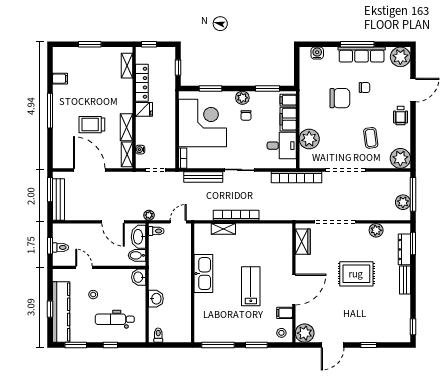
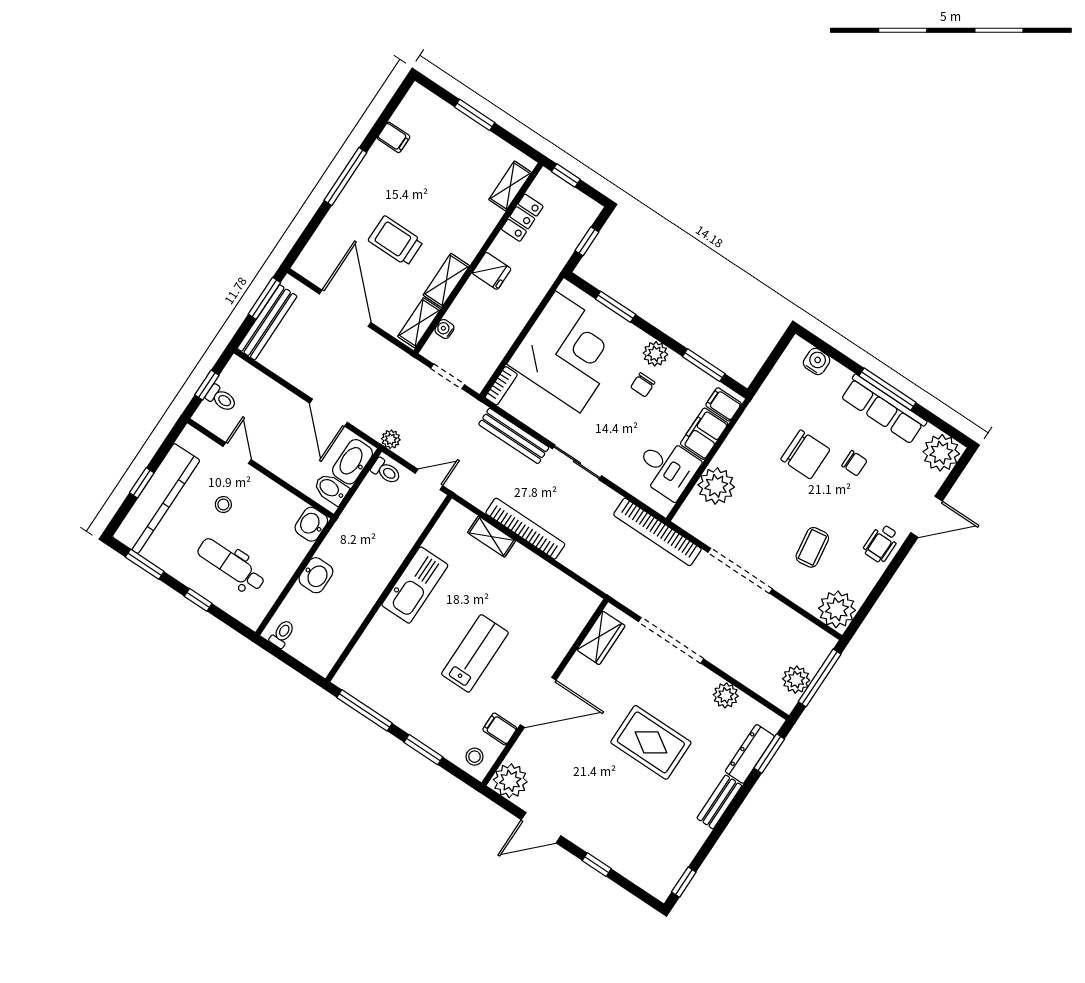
locker: (142, 83) -> (522, 218), width x0.66

